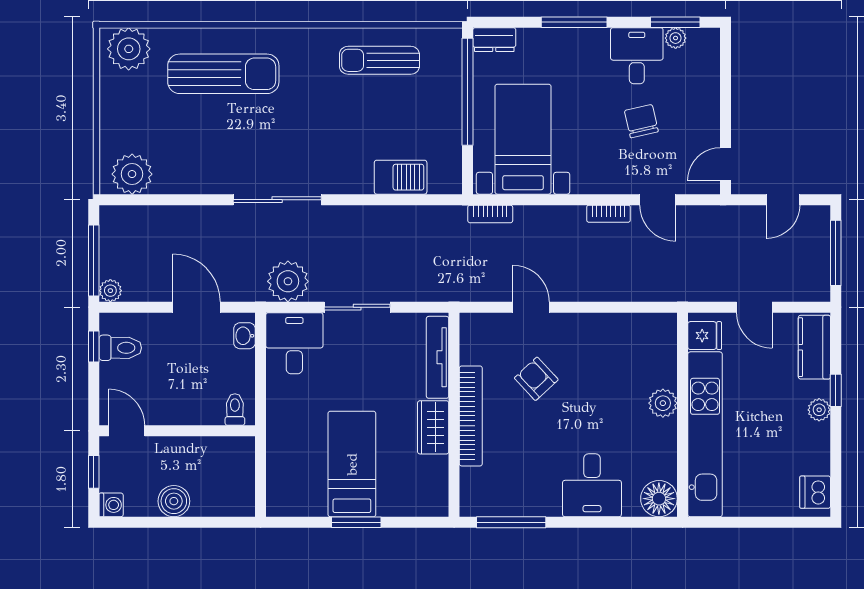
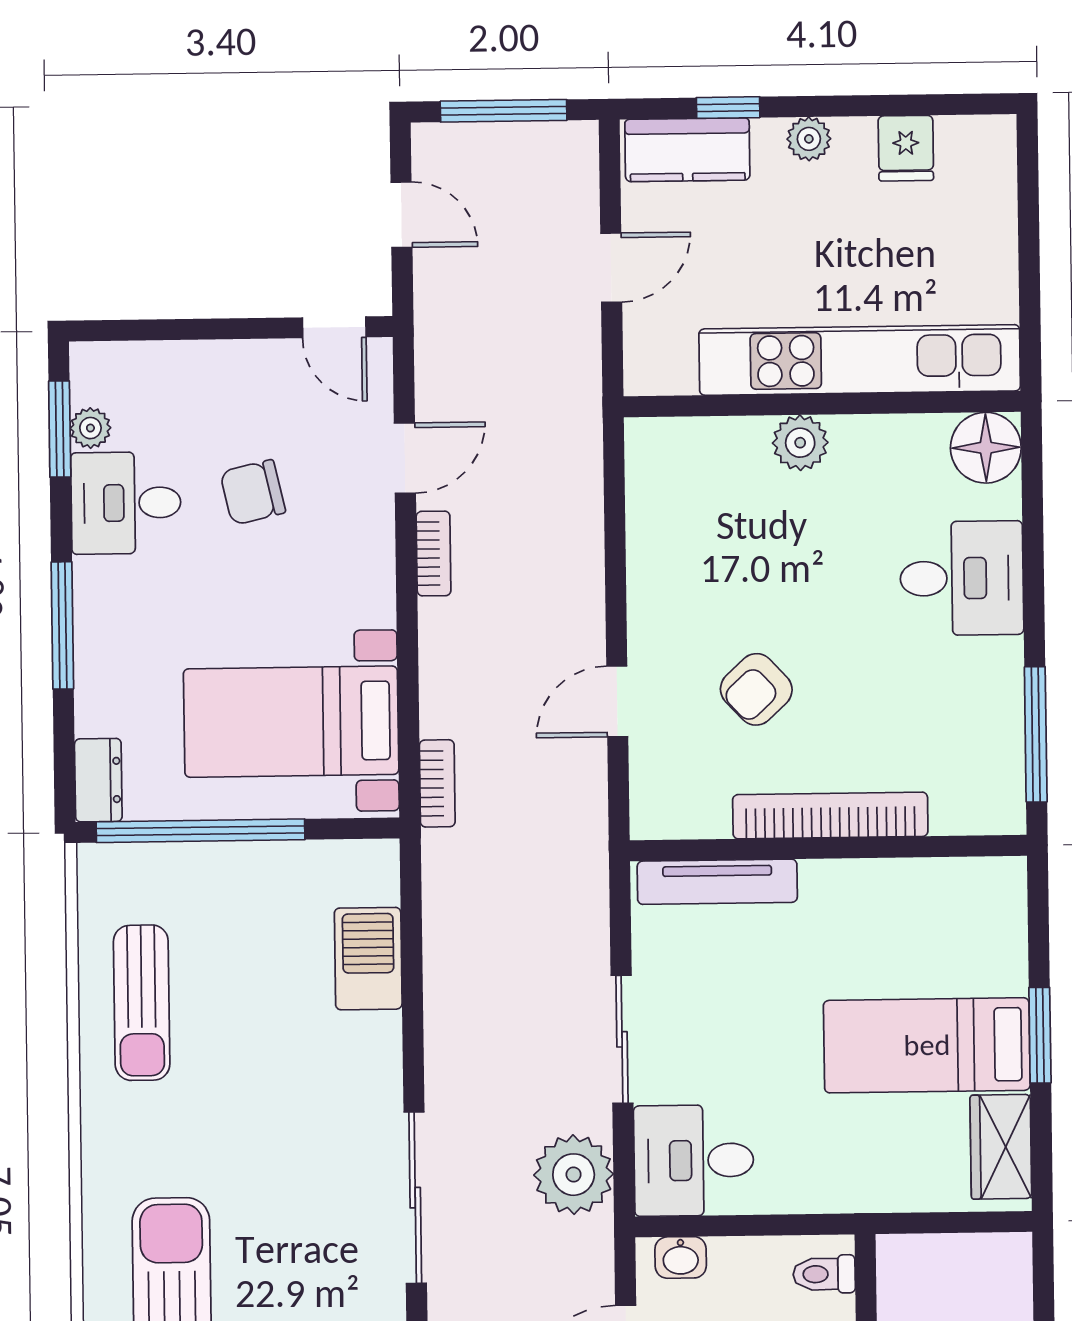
fridge: (705, 336) -> (906, 148), moved, turned 180
window: (836, 390) -> (728, 108), moved
wardrobe: (433, 427) -> (1001, 1147), moved, turned 90
dishwasher: (815, 492) -> (969, 144), removed

